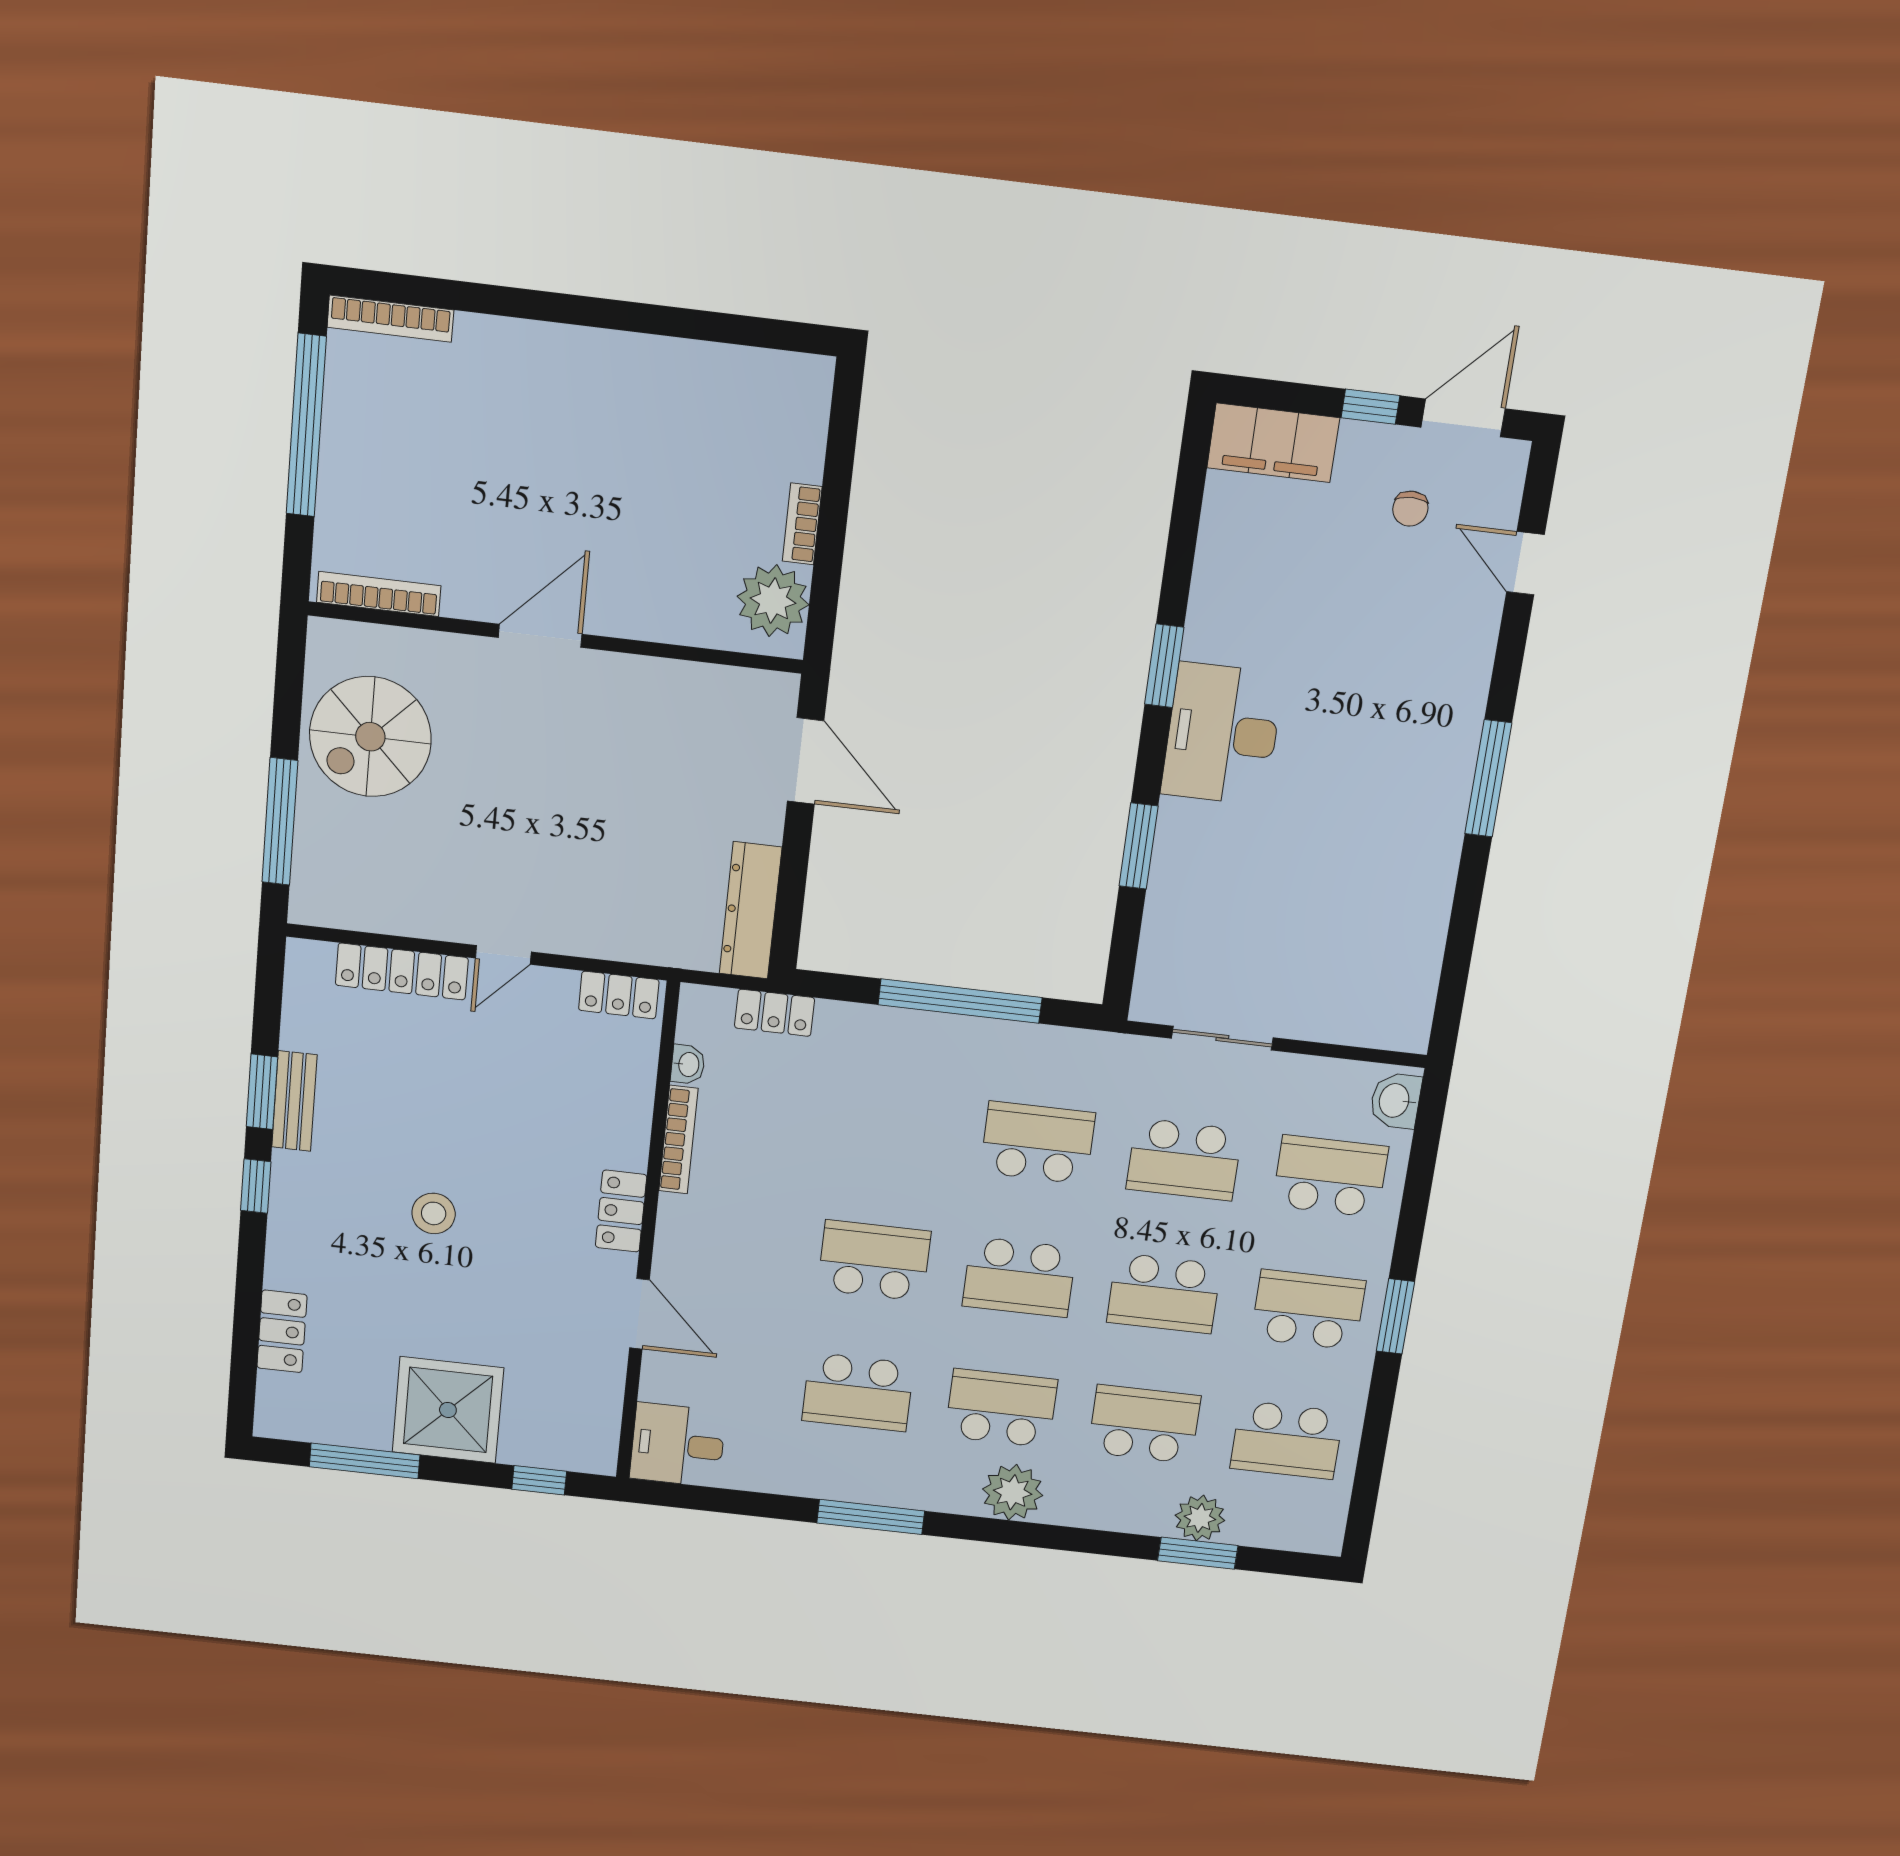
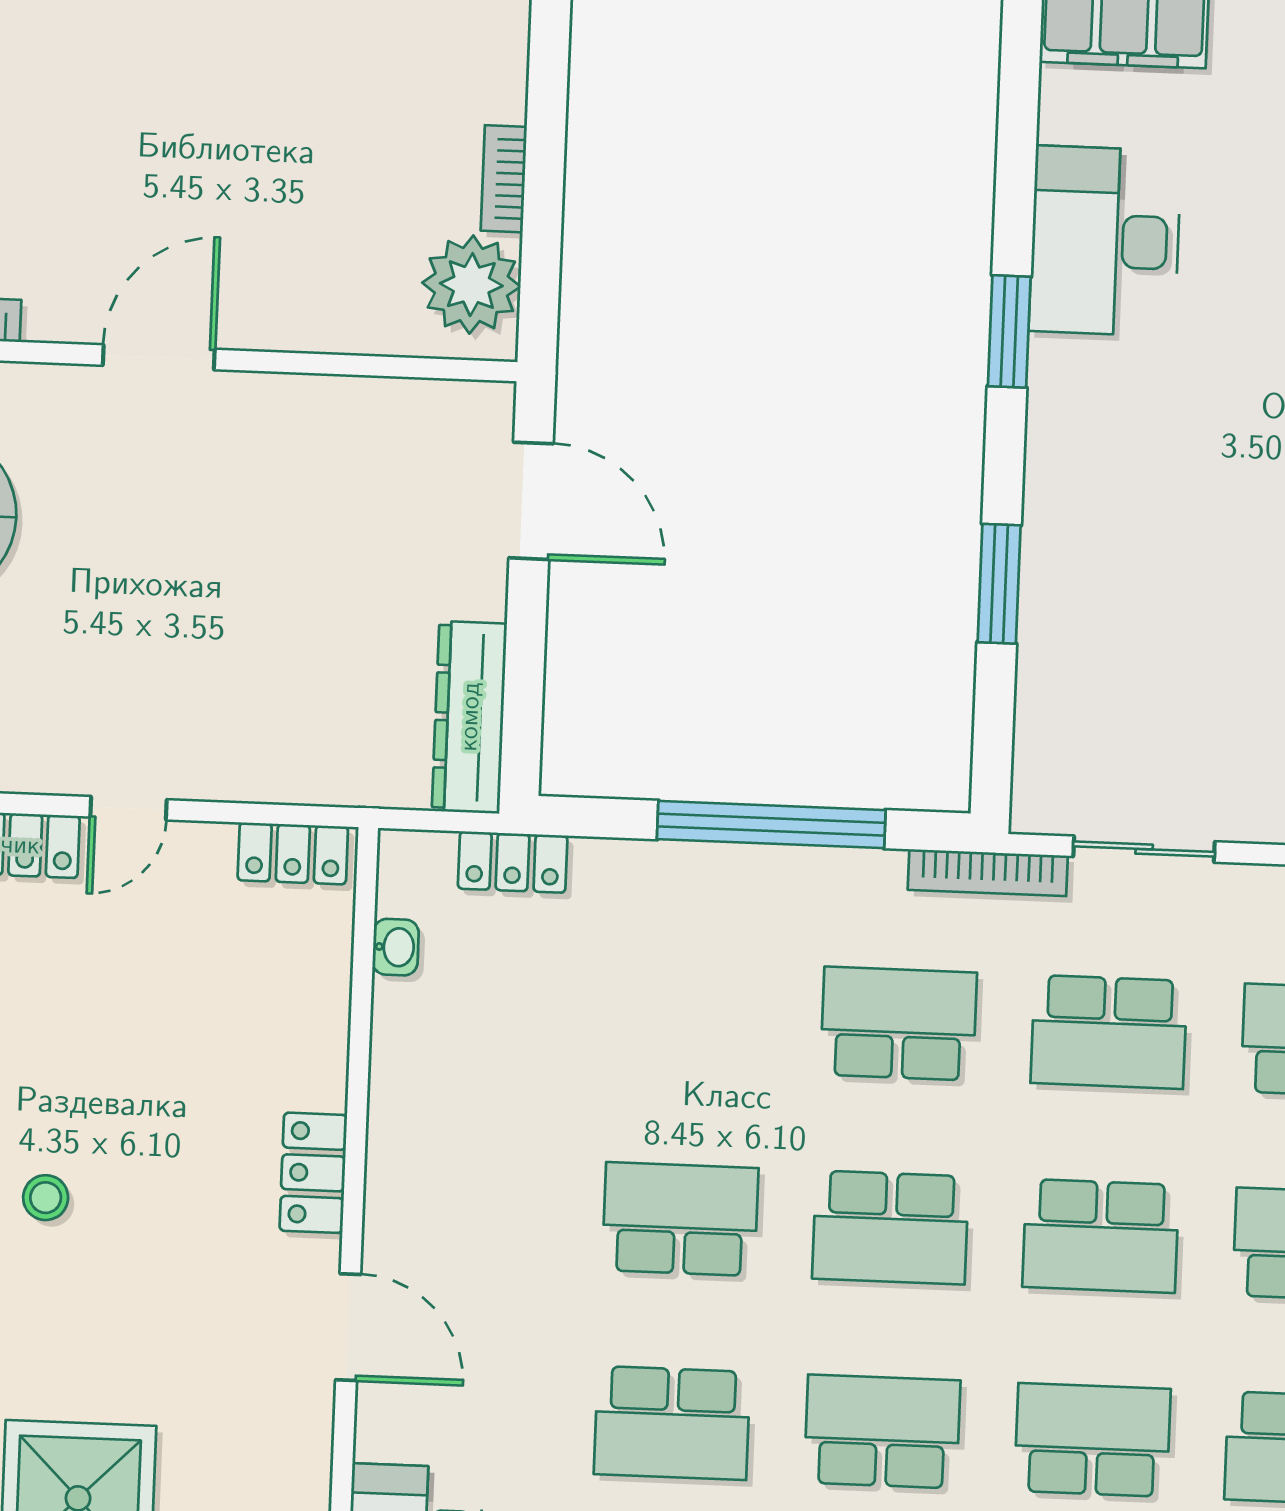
desk: (1222, 734) -> (1105, 241), moved
bookcase: (678, 1140) -> (988, 873), moved, turned 90
stool: (434, 1213) -> (46, 1198), width x0.73, depth x0.73

